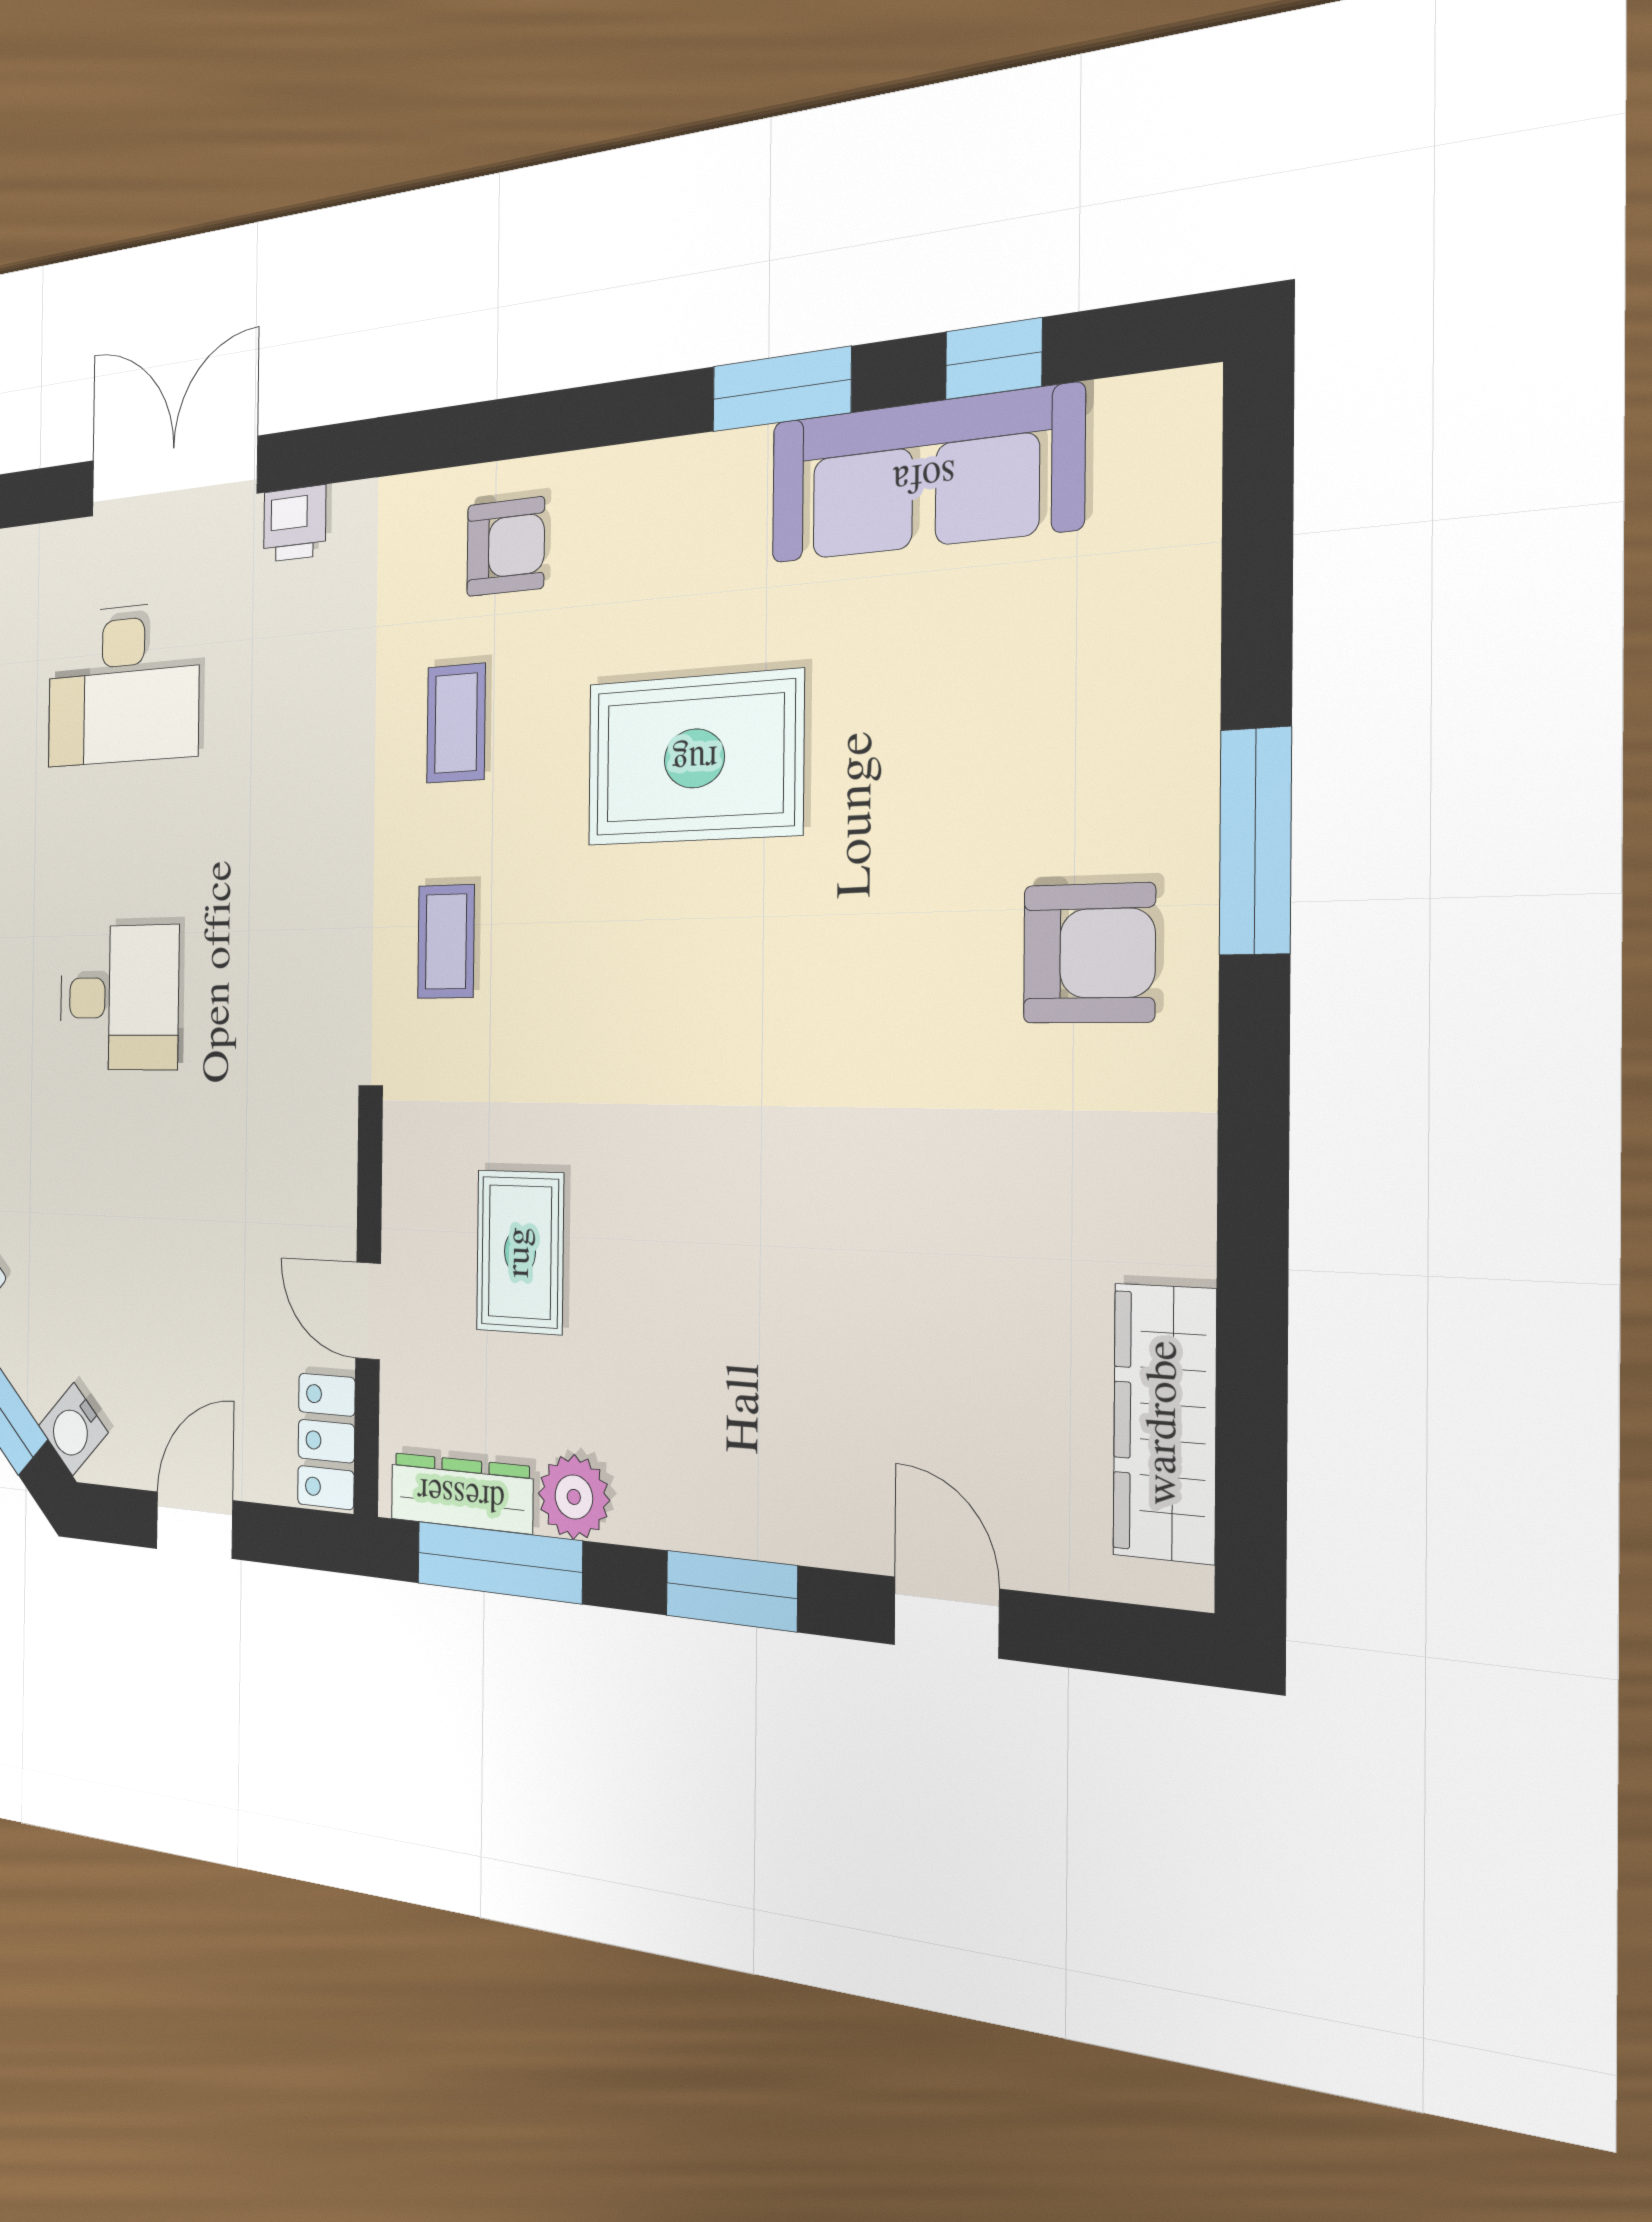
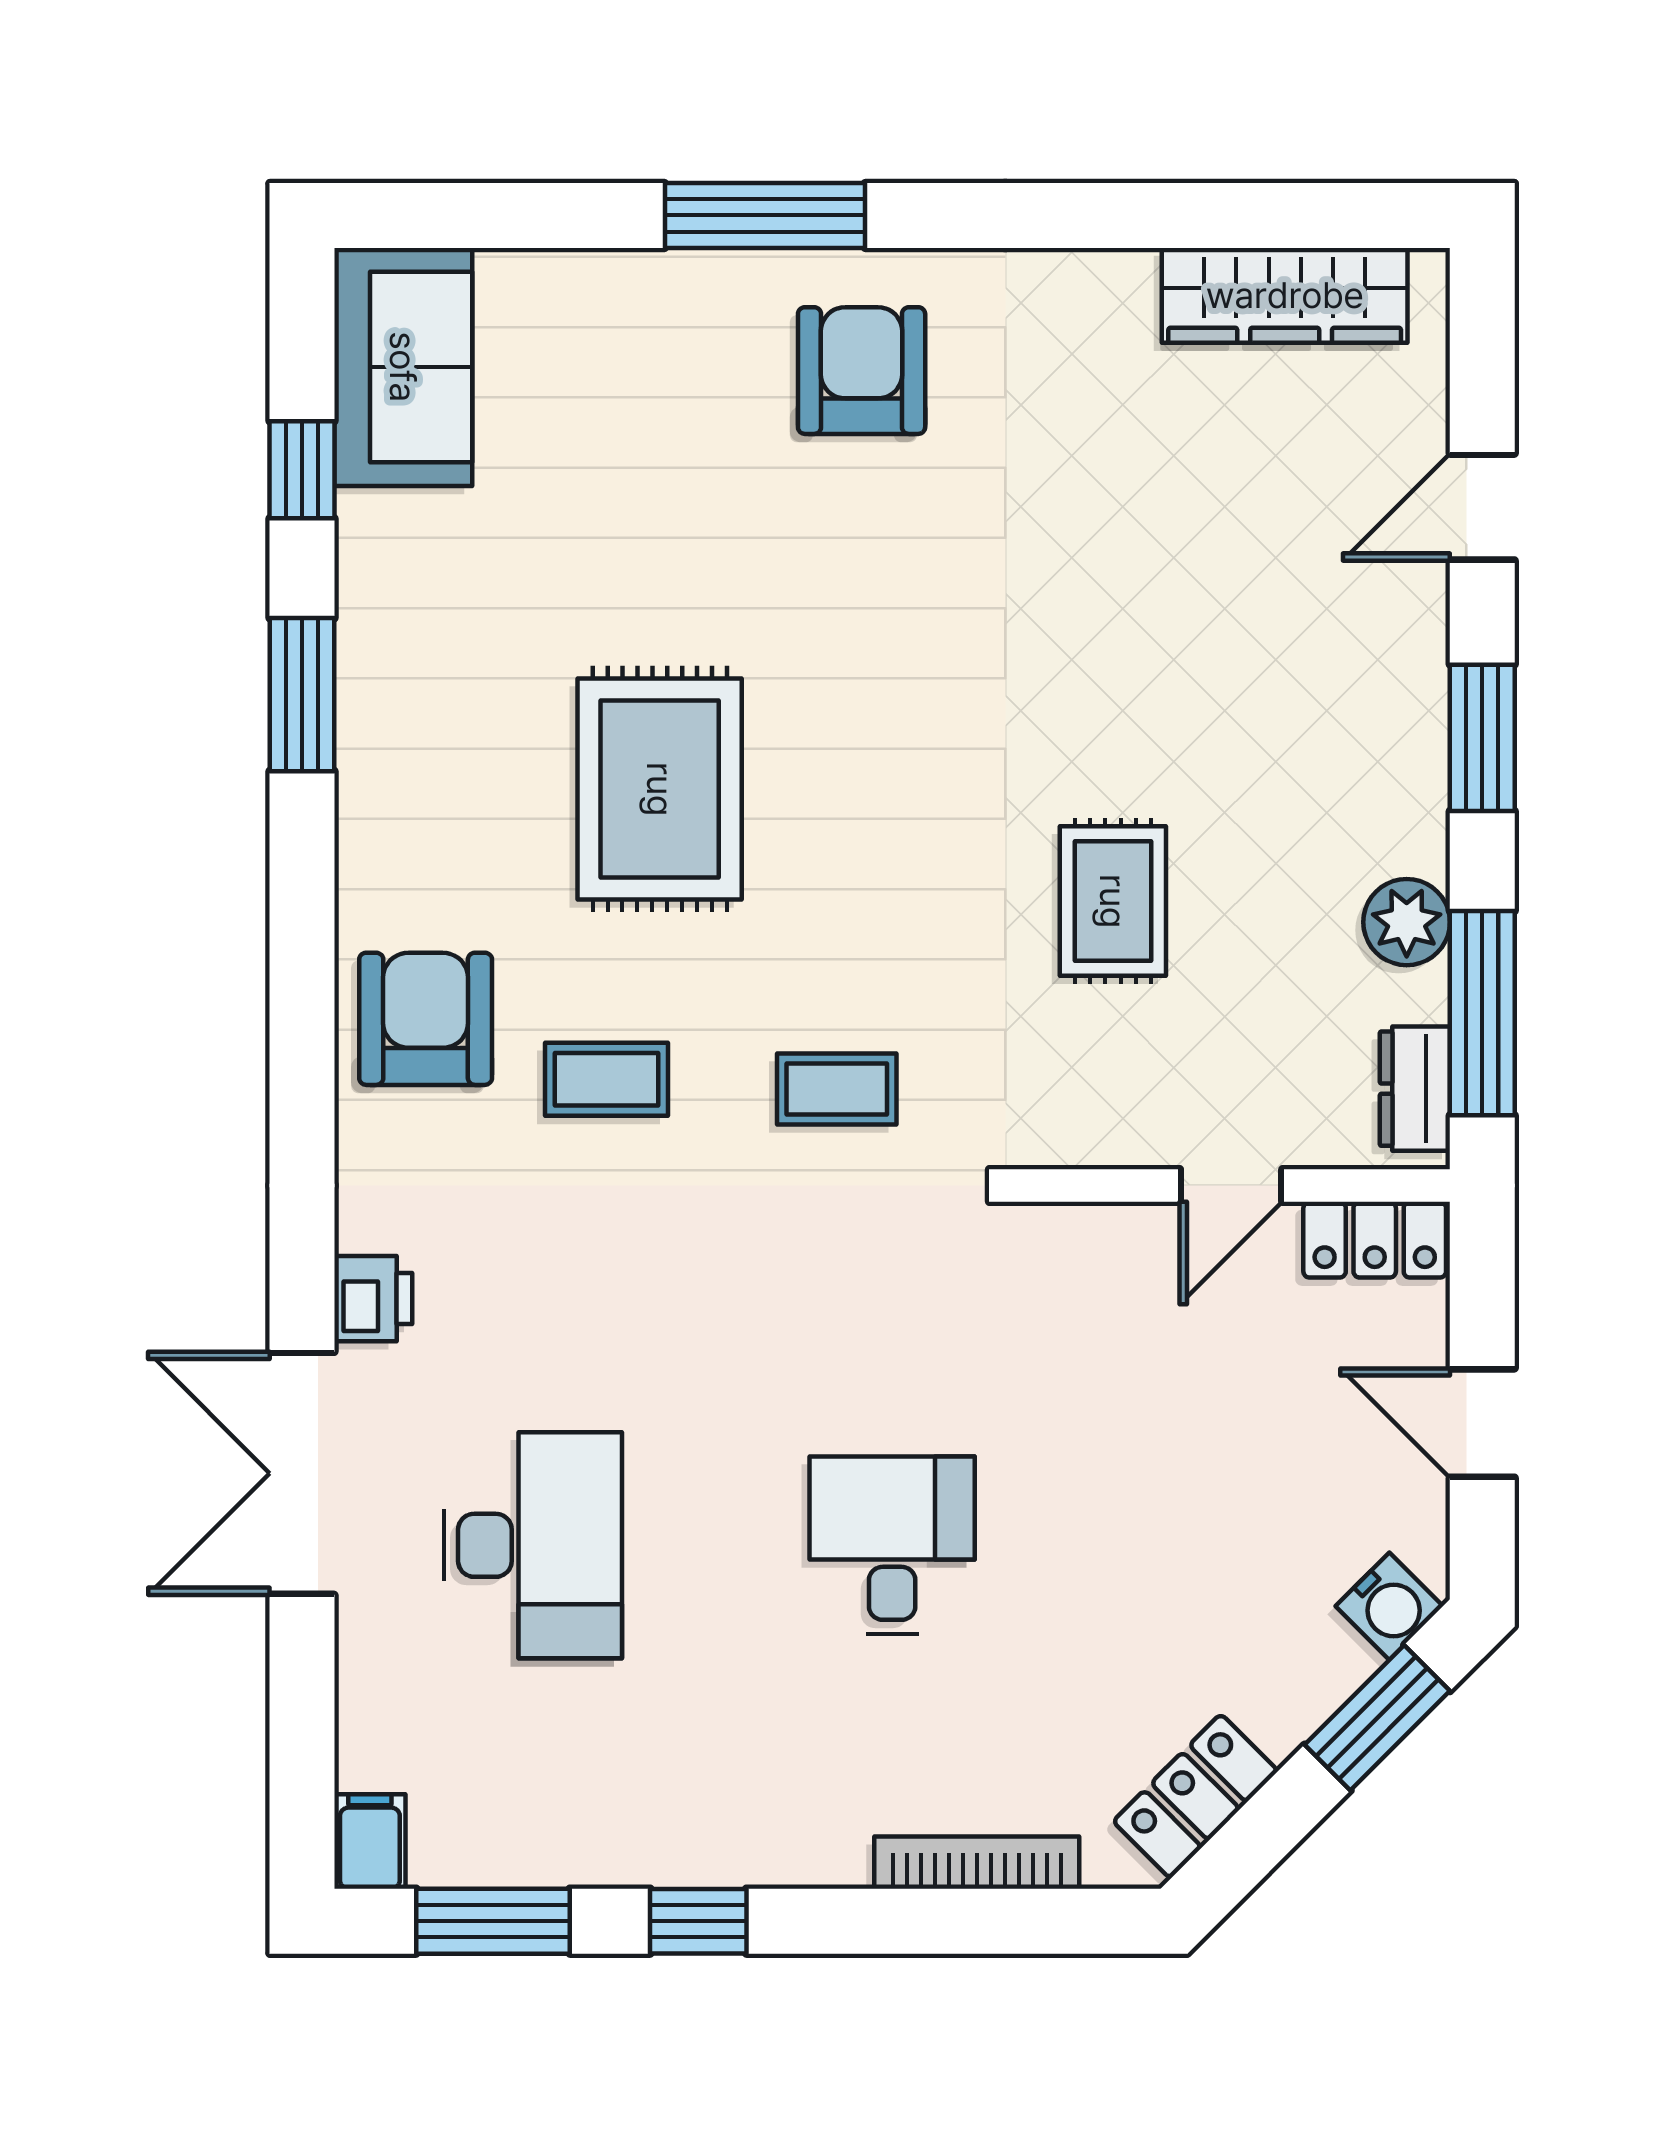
sofa: (924, 475) -> (403, 367), moved, width x0.73
armchair: (506, 547) -> (426, 1019), width x1.38, depth x1.38
rug: (520, 1252) -> (1113, 901), moved, turned 90
dresser: (461, 1493) -> (1415, 1089), width x0.70

